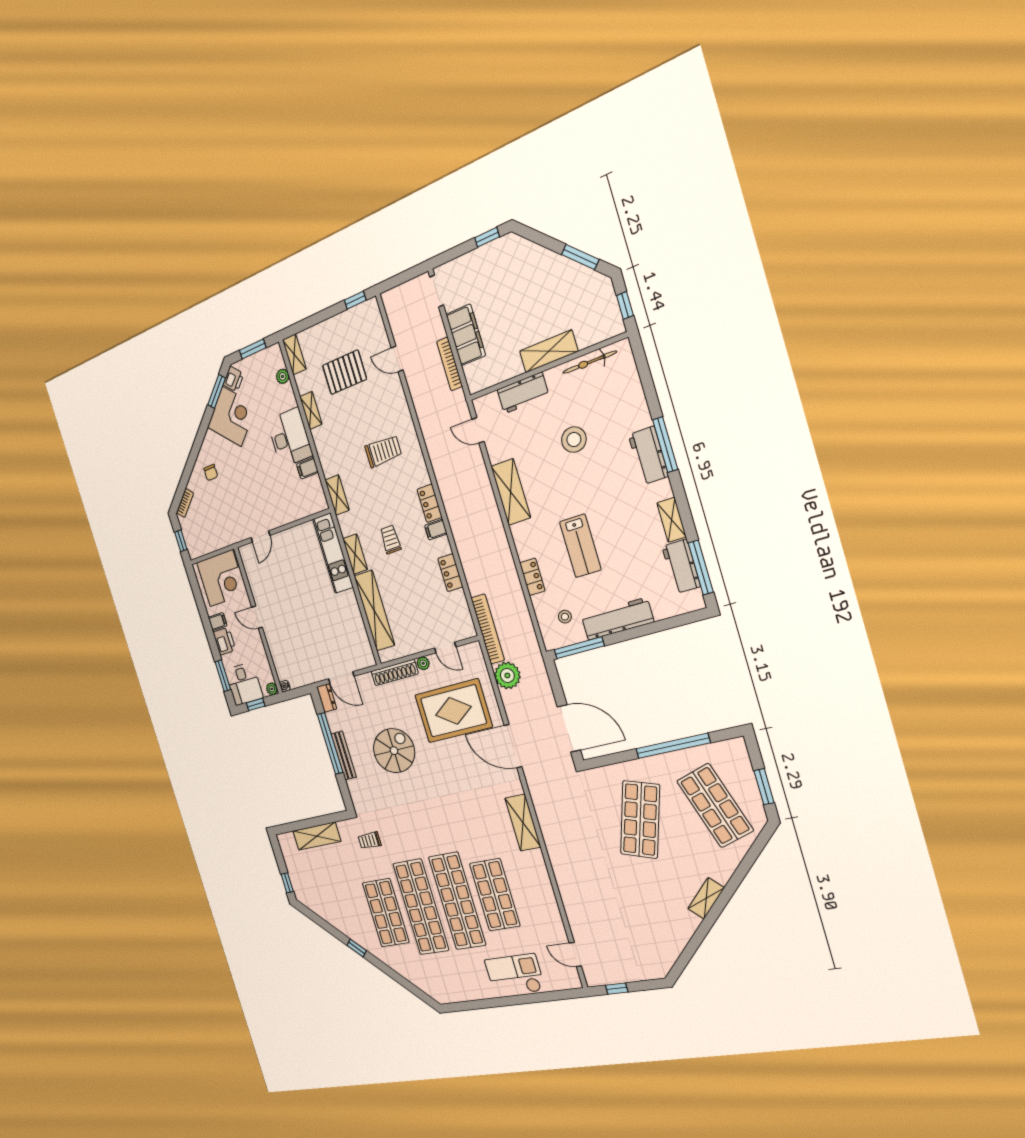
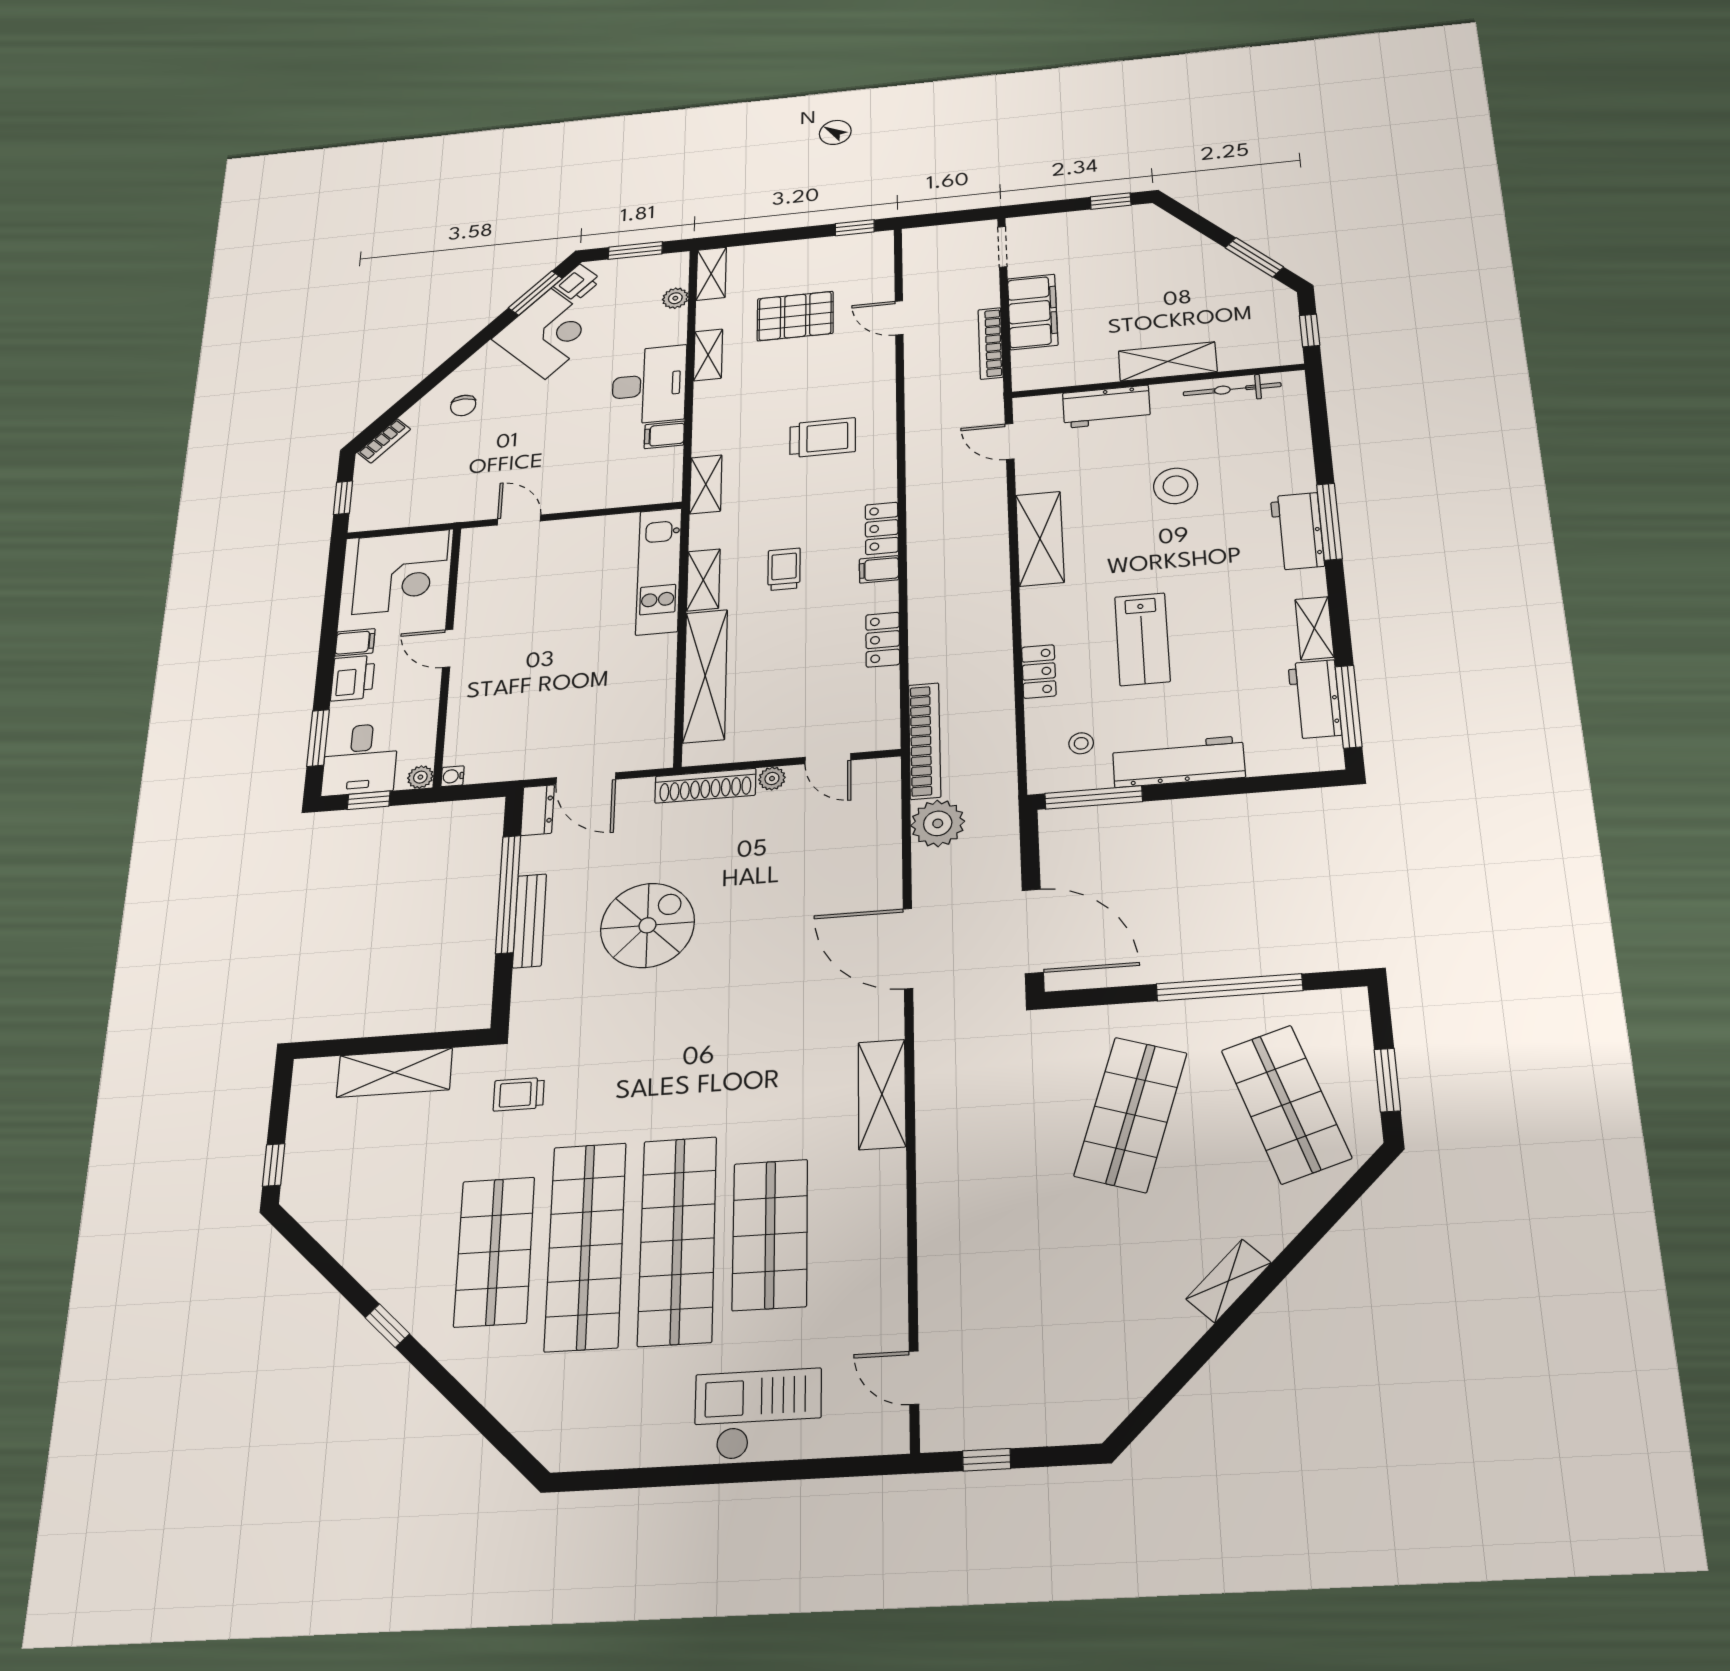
door: (260, 537) -> (519, 520), swing flipped
rug: (453, 711) -> (805, 870), removed

